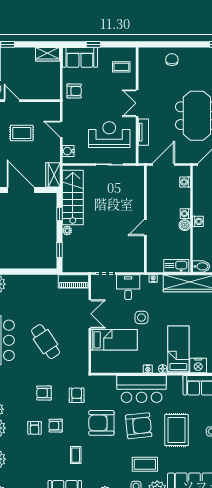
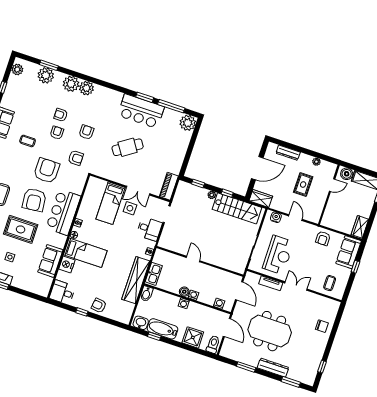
door: (61, 129) -> (295, 218), hinge flipped
side table: (141, 318) -> (130, 208), moved

